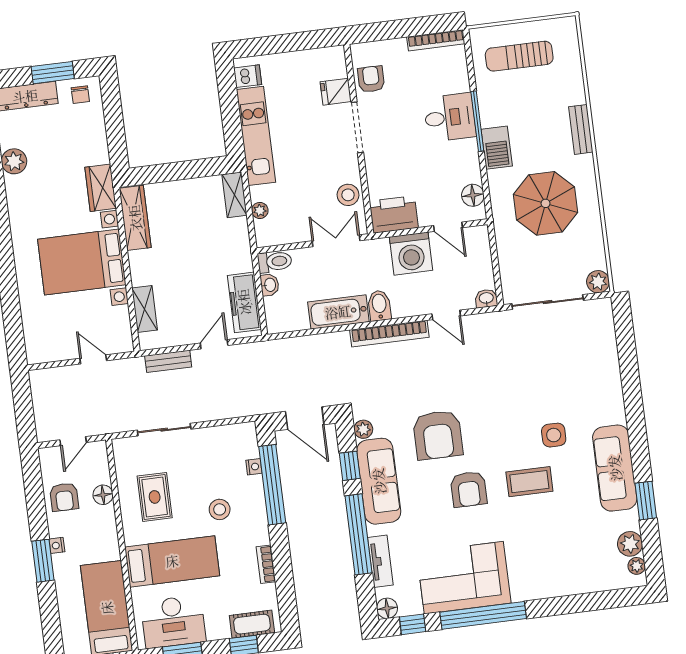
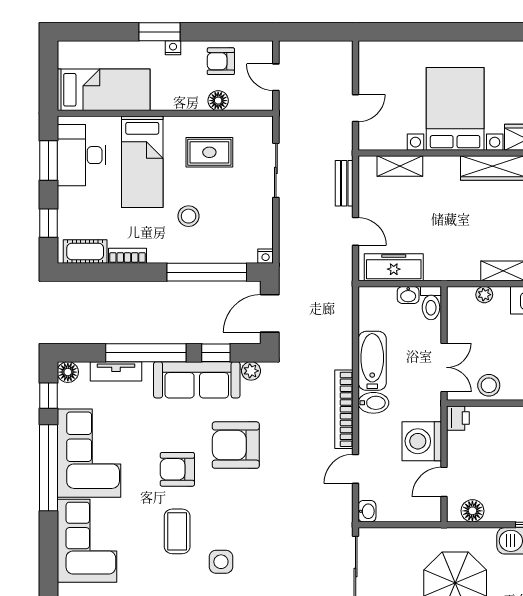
printer: (394, 214) -> (458, 418), width x0.53, depth x0.68
nightstand: (254, 467) -> (266, 256), moved
corner sofa: (550, 569) -> (87, 541), added
cot: (252, 624) -> (85, 251), moved, turned 90

